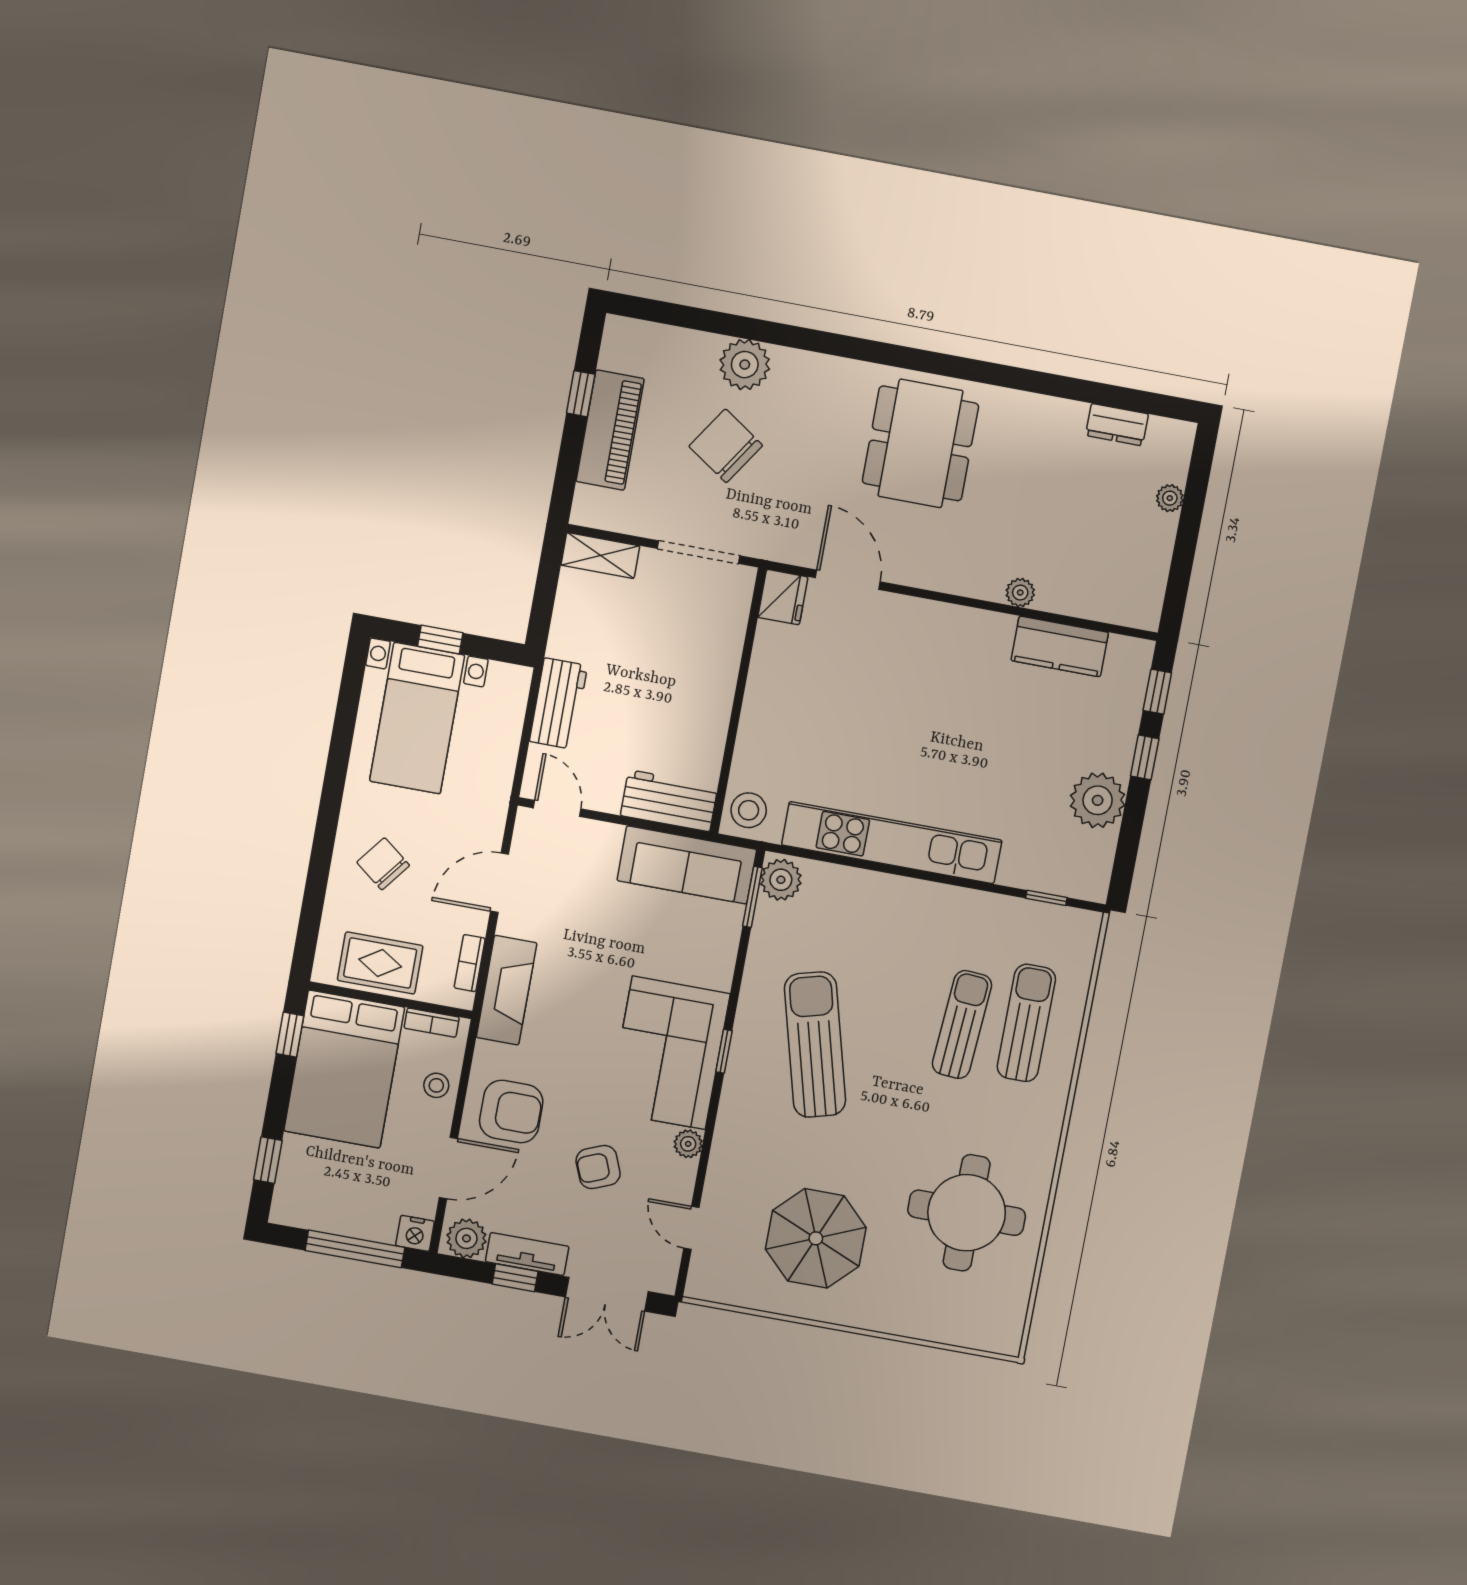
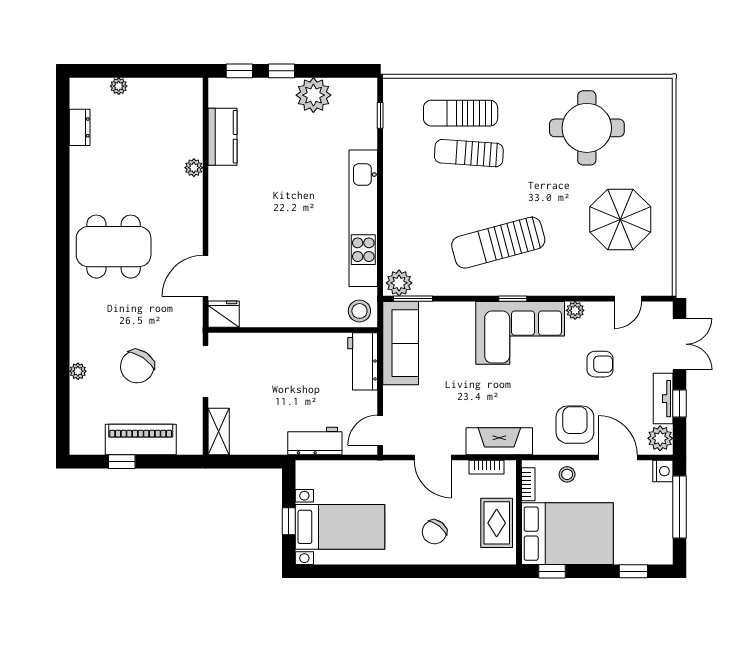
plant: (745, 365) -> (78, 371), width x0.53, depth x0.53
armchair: (598, 1167) -> (600, 364), turned -68

